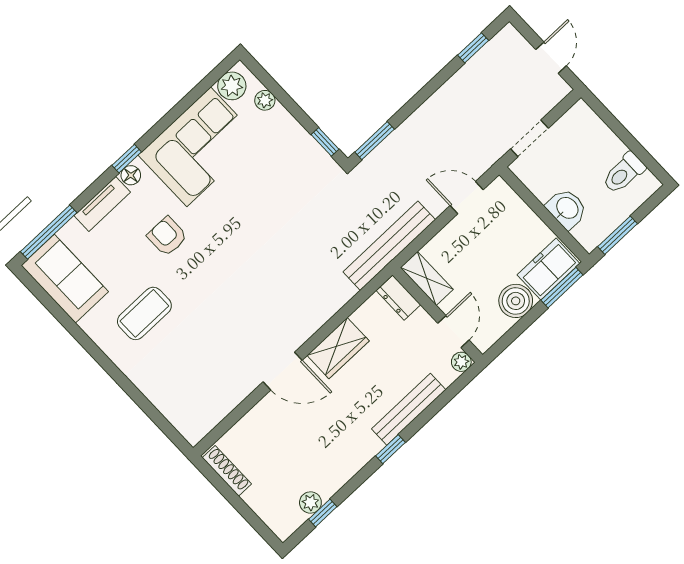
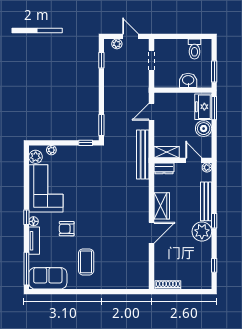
plant: (520, 48) -> (117, 44), added
doorway: (529, 138) -> (152, 60), moved
plant: (310, 503) -> (202, 231), moved, width x1.88, depth x1.88

